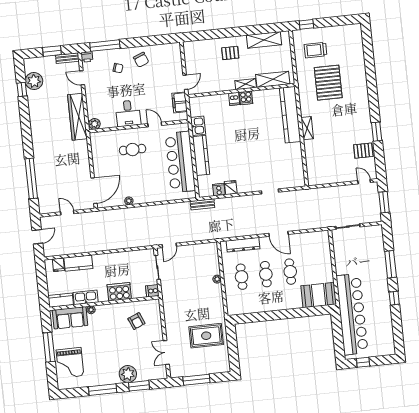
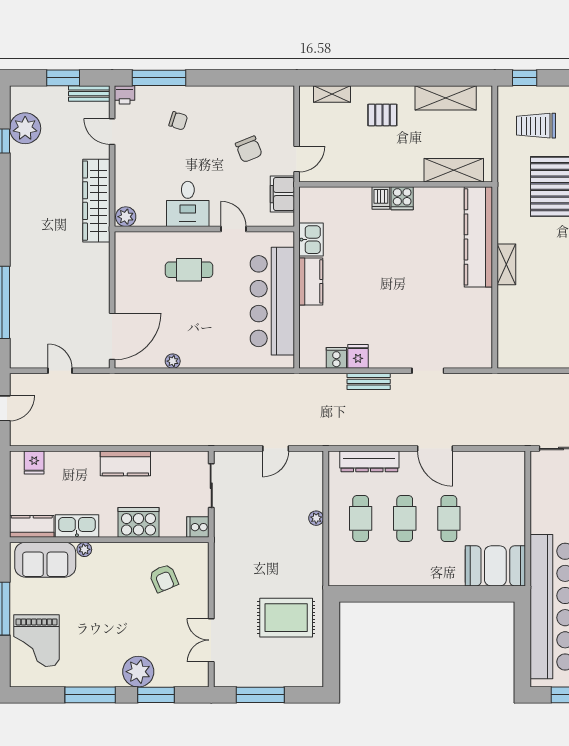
chair: (141, 60) -> (249, 149), moved
shelving: (246, 84) -> (332, 94), moved
kitchen counter: (201, 155) -> (311, 281), width x0.67
bench: (202, 204) -> (369, 381), moved
door: (169, 245) -> (276, 449), moved
kitchen counter: (78, 263) -> (125, 463), moved

